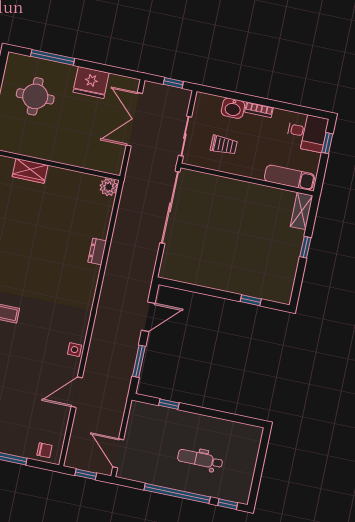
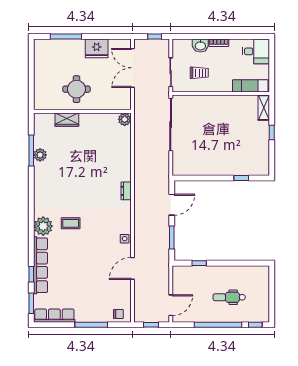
round table: (35, 96) -> (76, 89), moved
window: (327, 143) -> (272, 56), removed
dresser: (97, 251) -> (126, 191), moved
door: (118, 453) -> (171, 305), swing flipped

